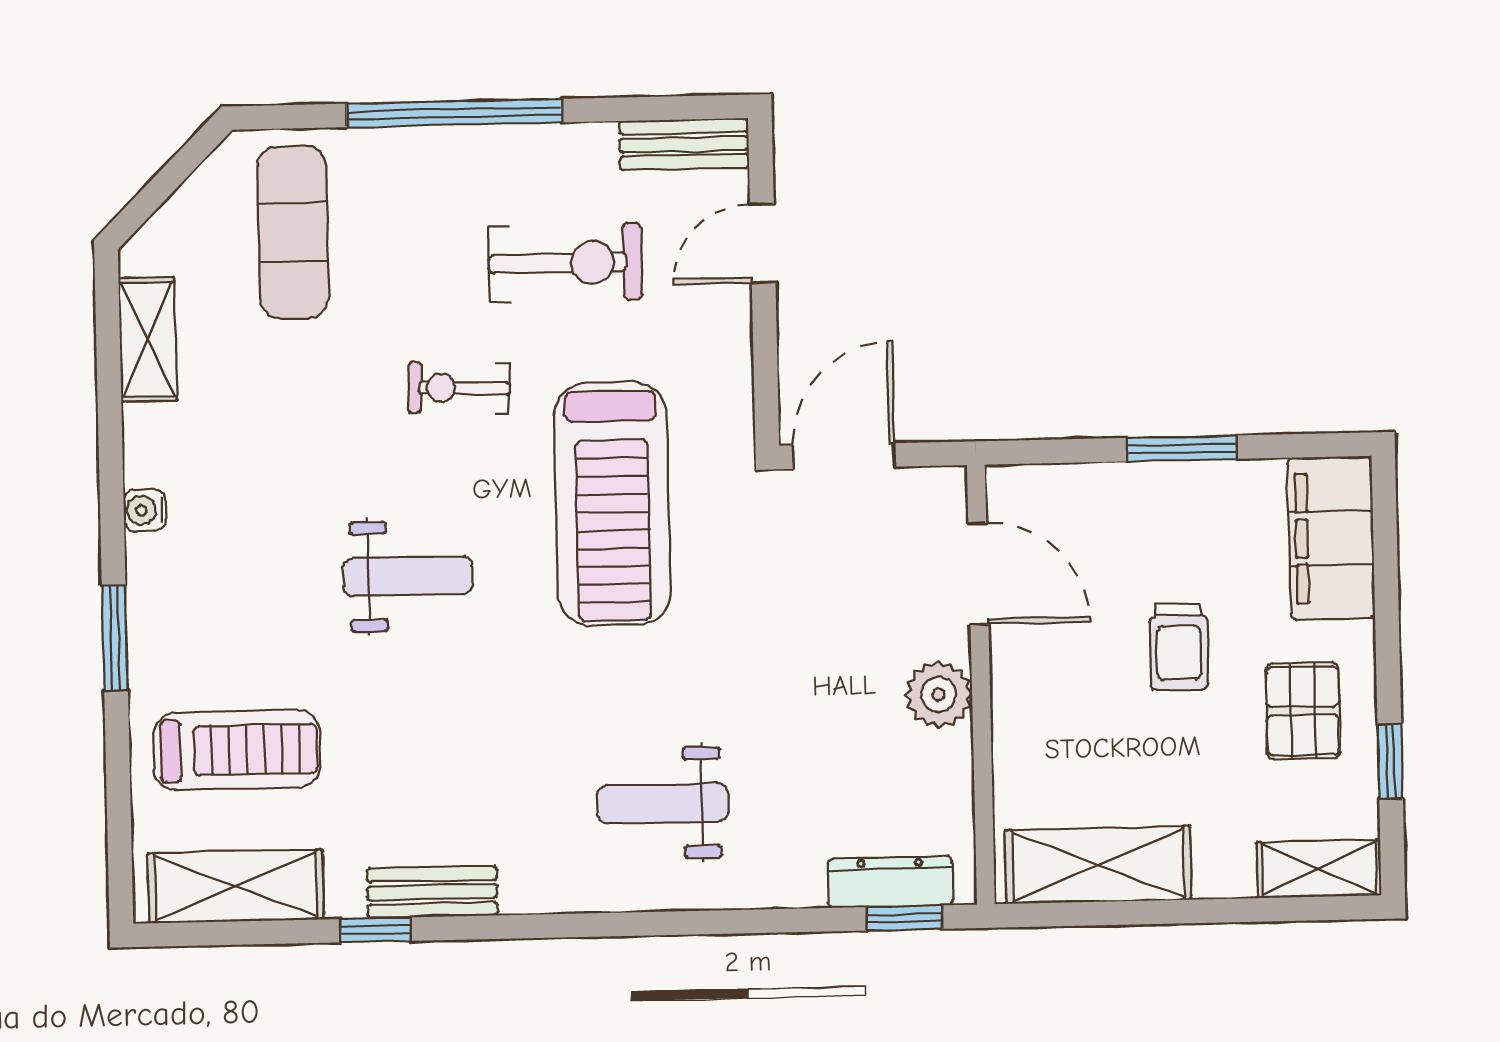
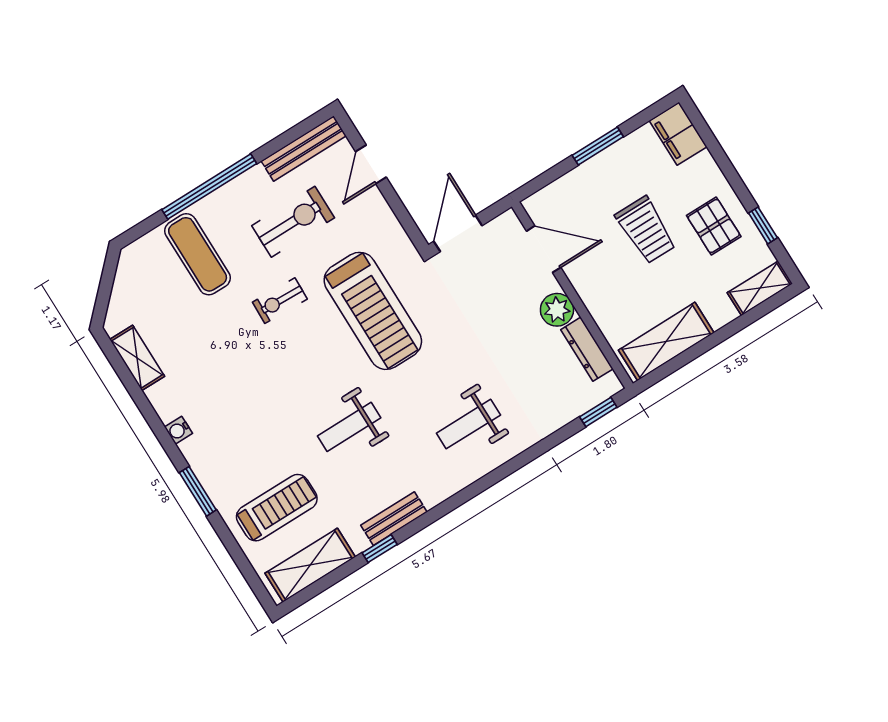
bench: (684, 144) -> (304, 148), width x1.36
exercise mat: (293, 232) -> (198, 254), moved
filing cabinet: (1331, 538) -> (678, 134), width x0.67, depth x0.86
weight bench: (408, 576) -> (349, 427), moved, turned 180
trolley: (1179, 647) -> (646, 230), width x1.36, depth x1.39
dresser: (890, 882) -> (587, 349), moved, turned -90

